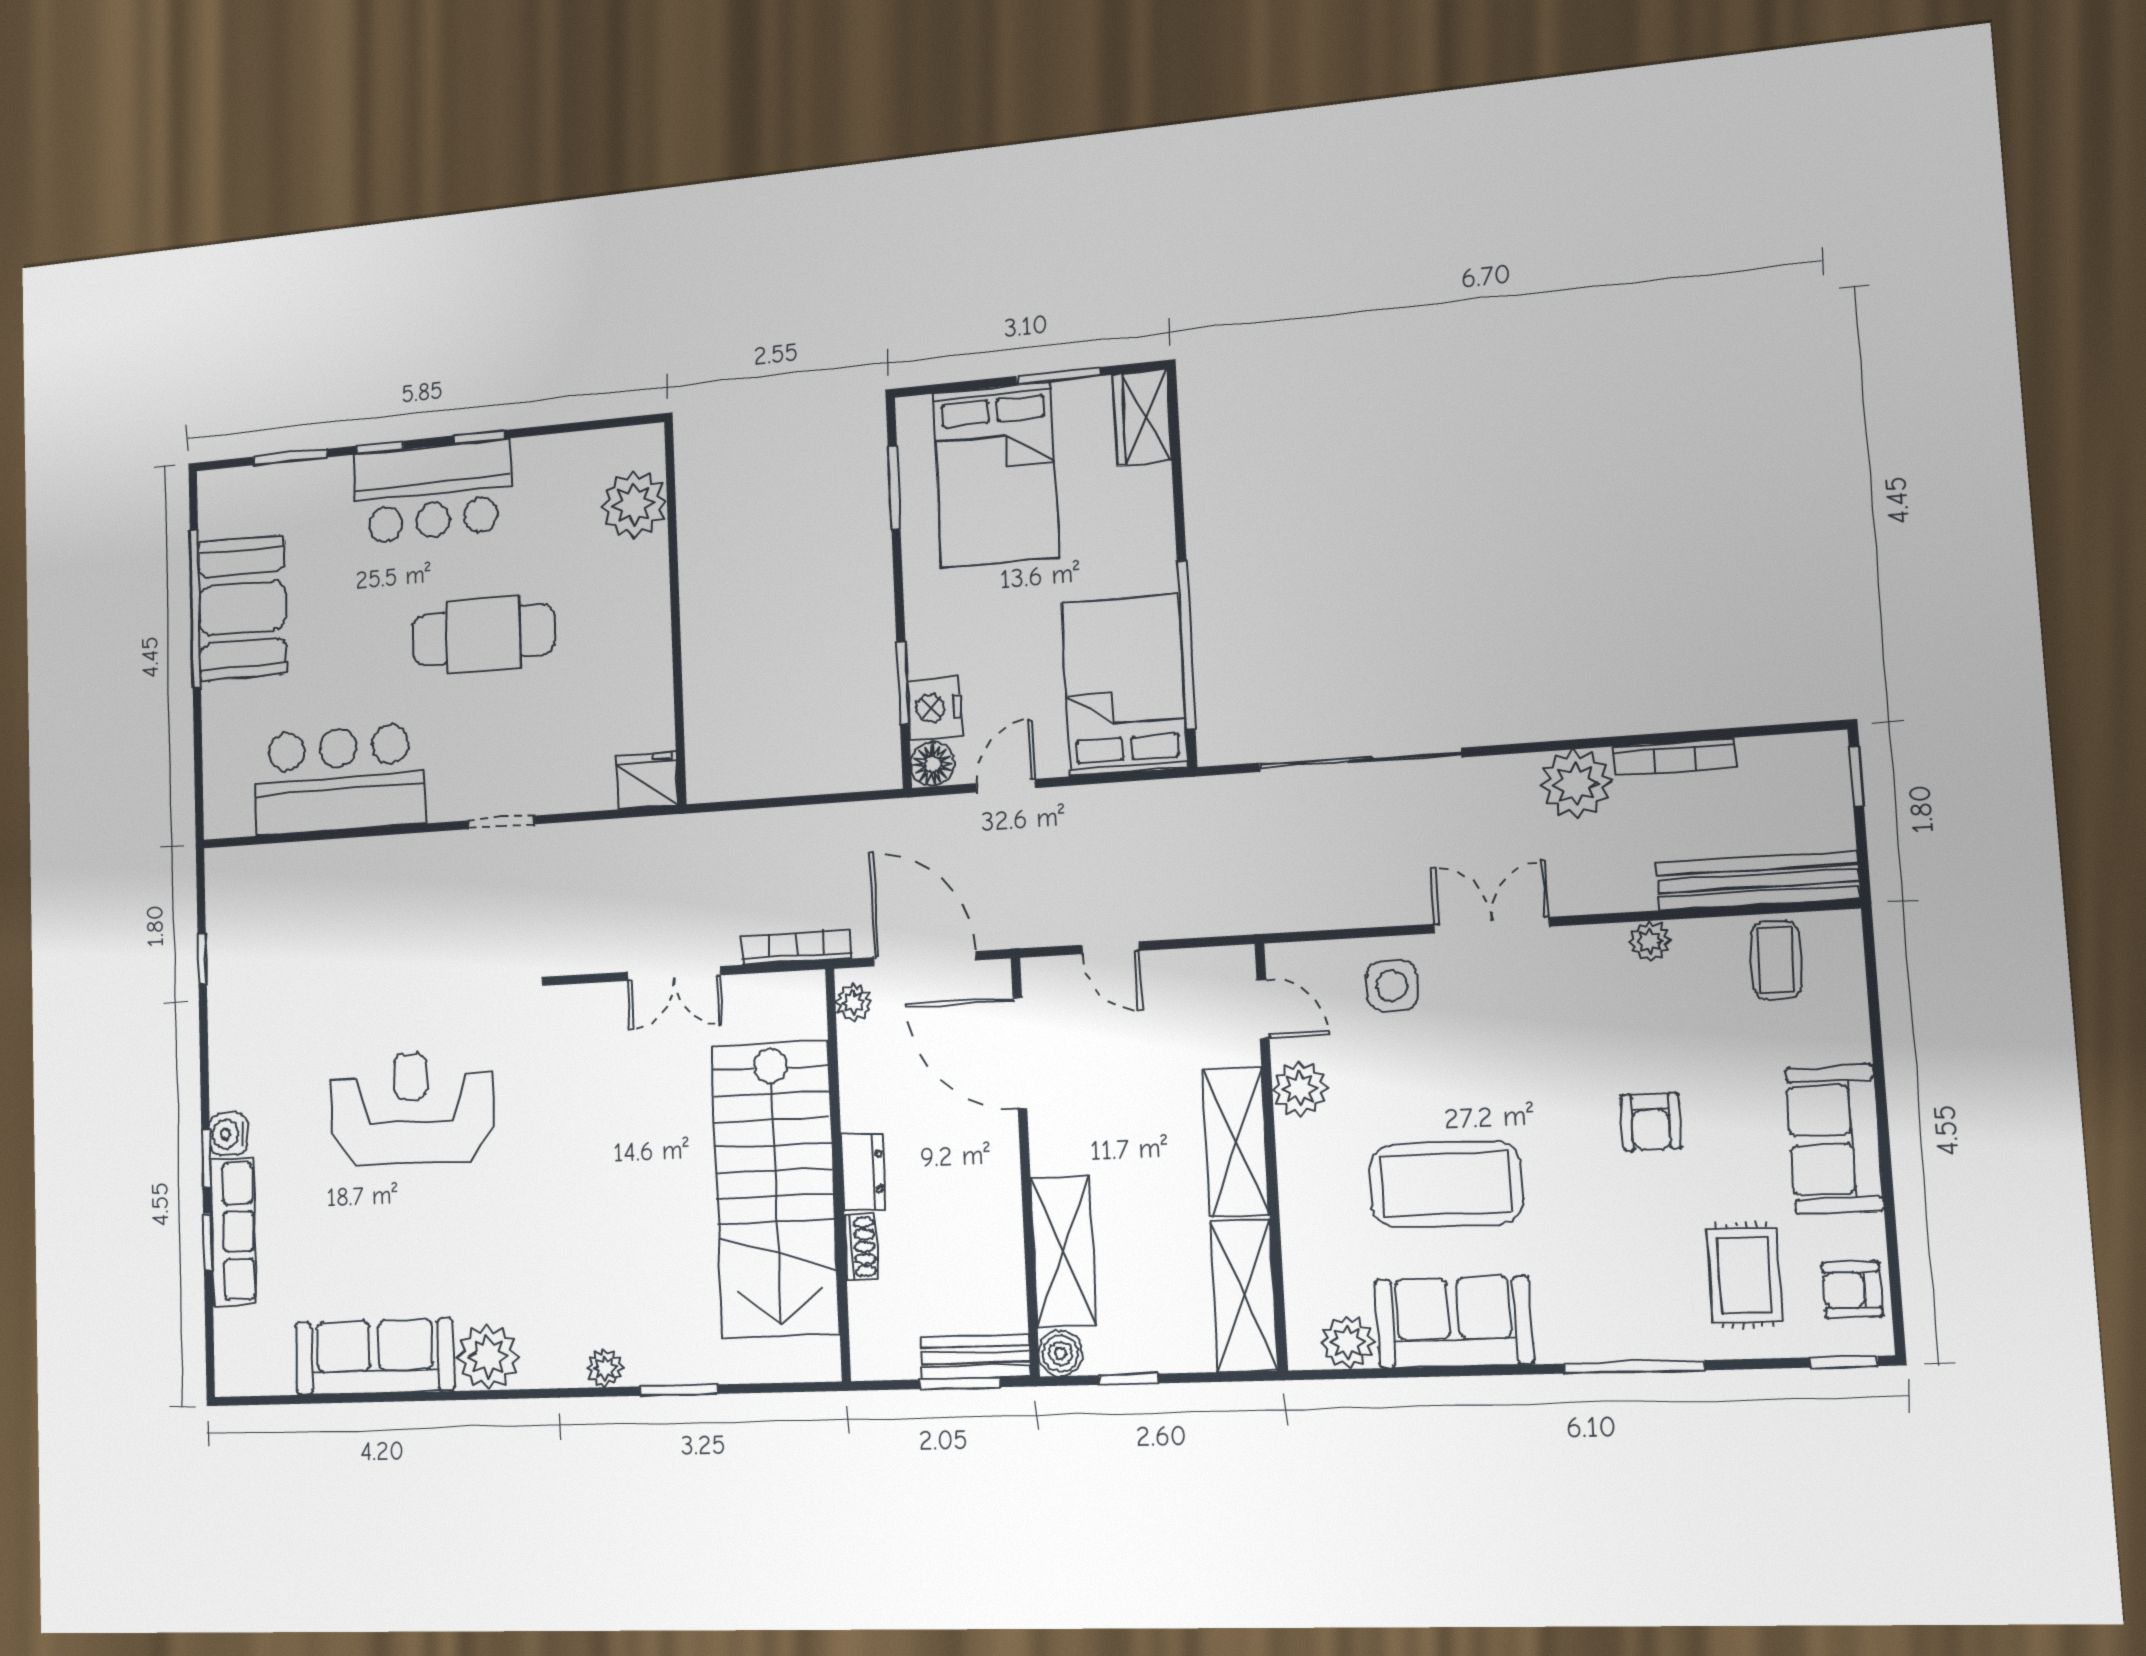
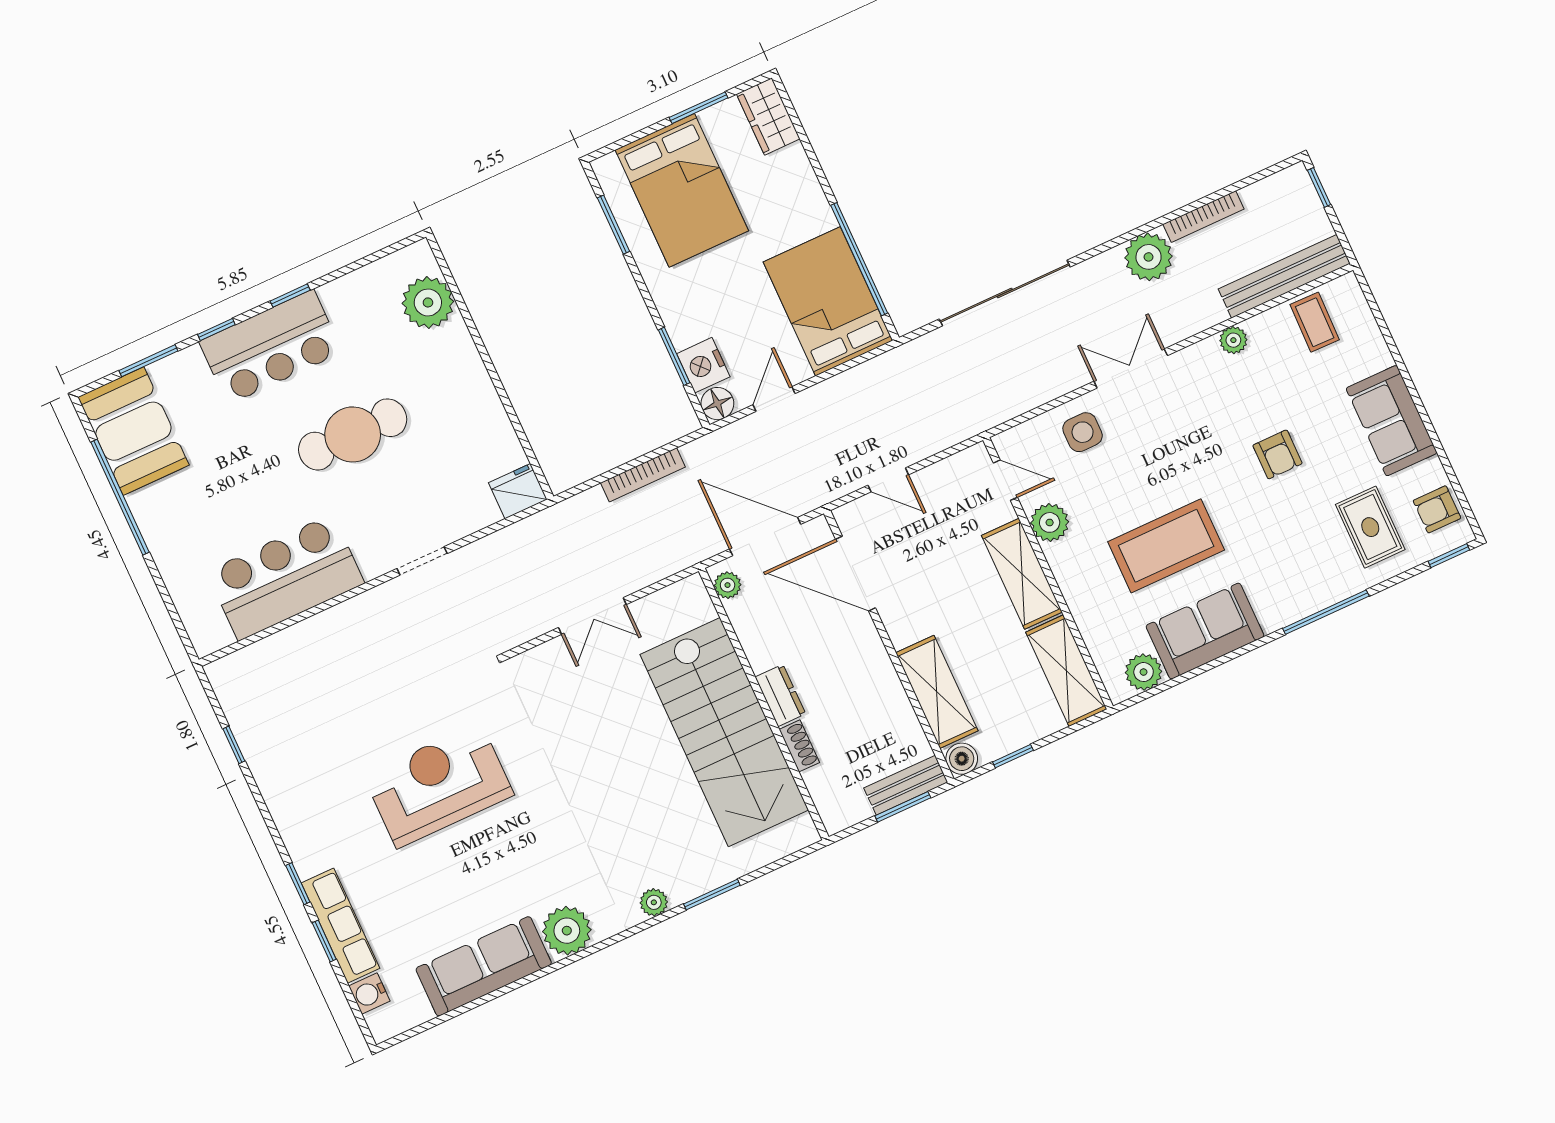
booth: (242, 608) -> (133, 431), moved
bookcase: (796, 947) -> (643, 475), moved, turned 180
water cooler: (229, 1134) -> (369, 993), moved

